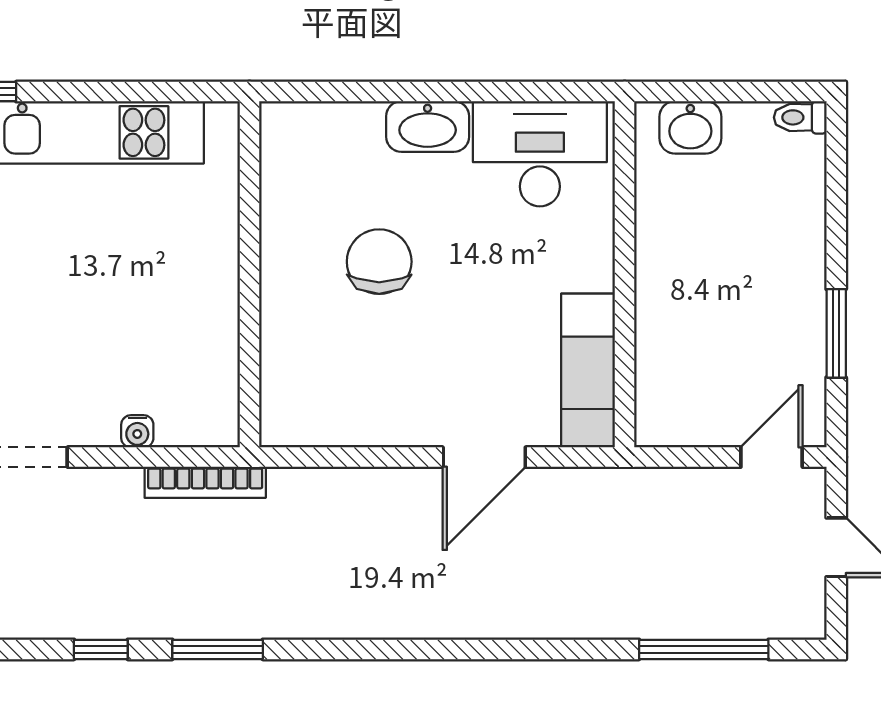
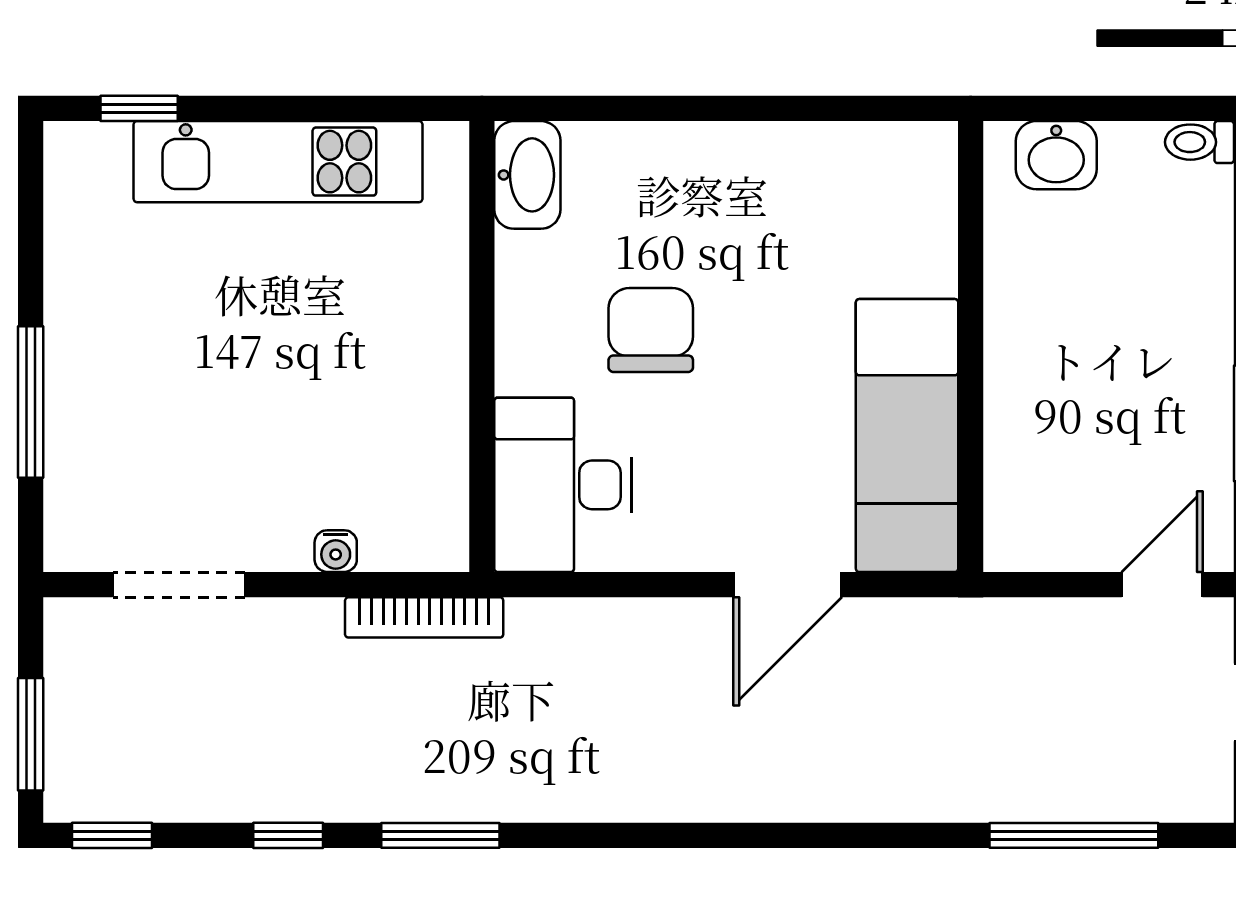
washbasin: (428, 127) -> (527, 175), moved, turned -90
desk: (540, 154) -> (563, 485), moved, turned -90
exam couch: (588, 371) -> (907, 436), width x1.36, depth x1.45

